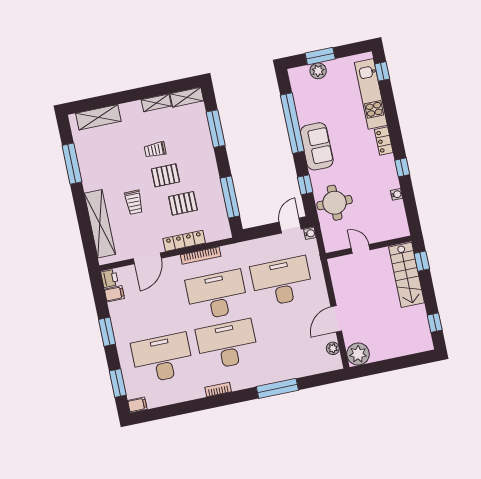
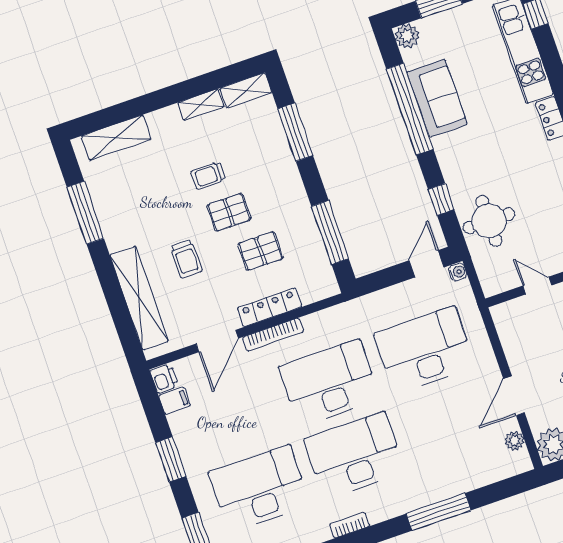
plant: (318, 71) -> (407, 36), moved
sofa: (317, 146) -> (437, 98), moved
bookcase: (201, 255) -> (273, 335), moved

